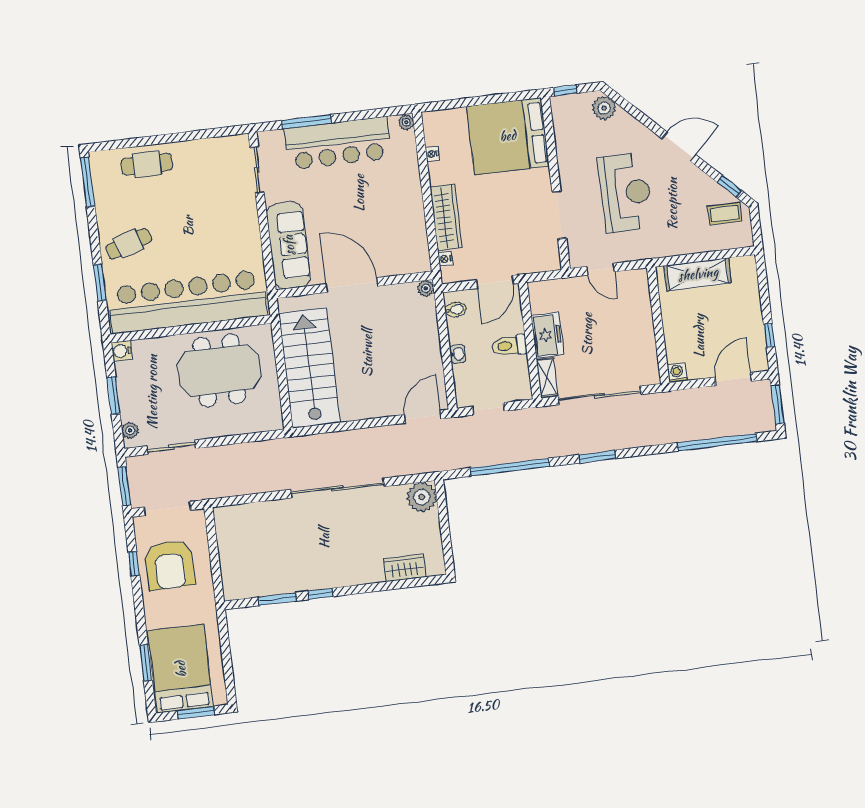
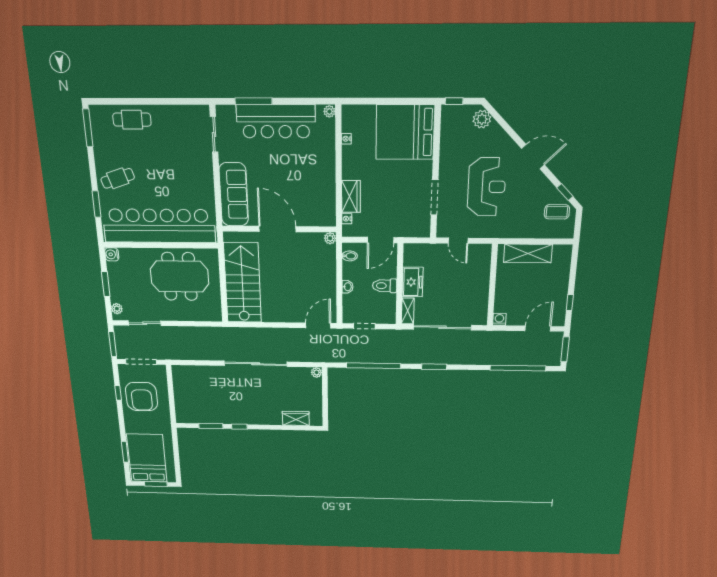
wardrobe: (446, 217) -> (351, 196), width x0.67
plant: (422, 497) -> (316, 372), width x0.53, depth x0.53

